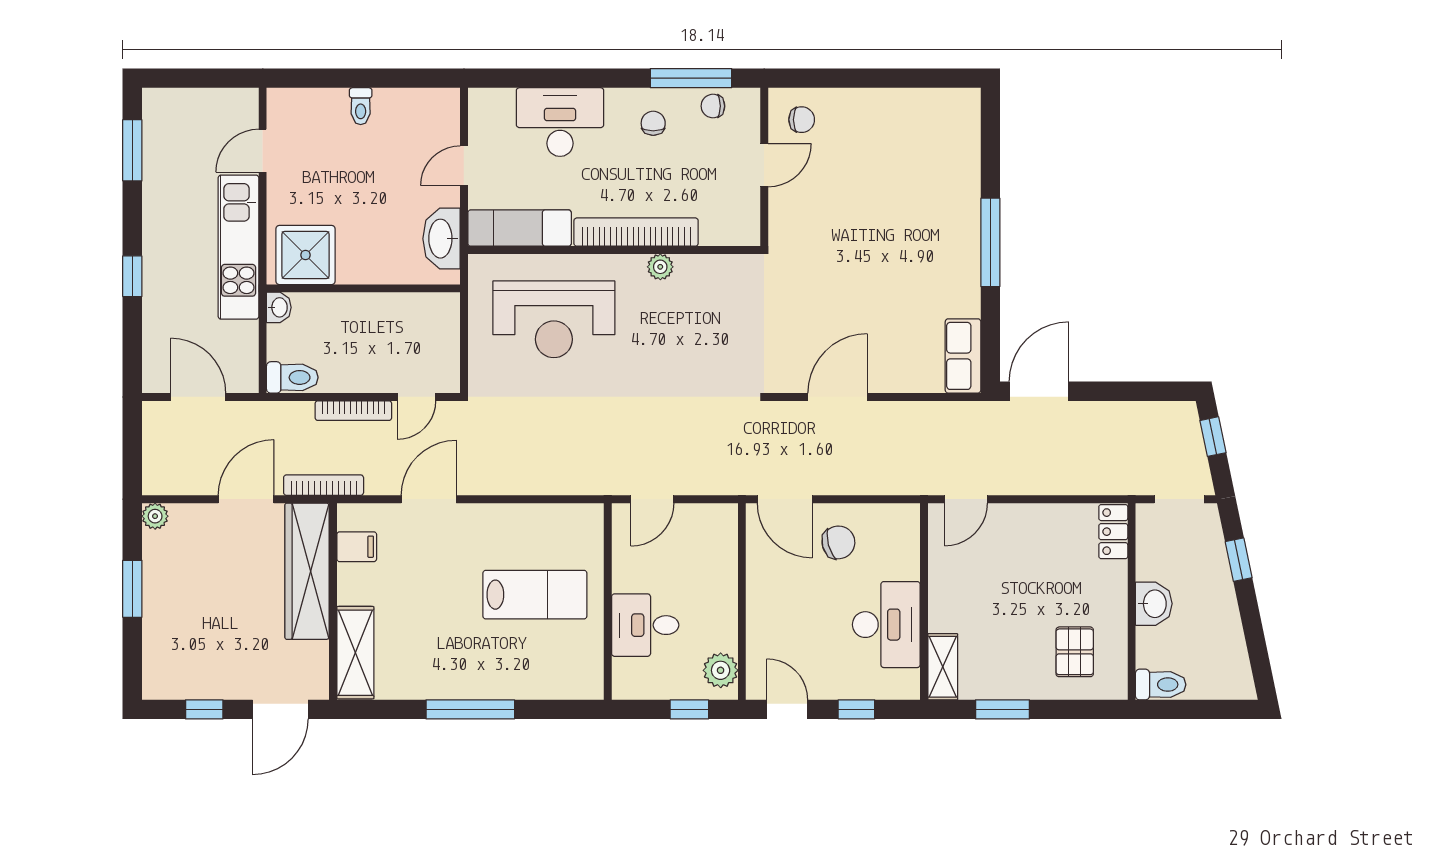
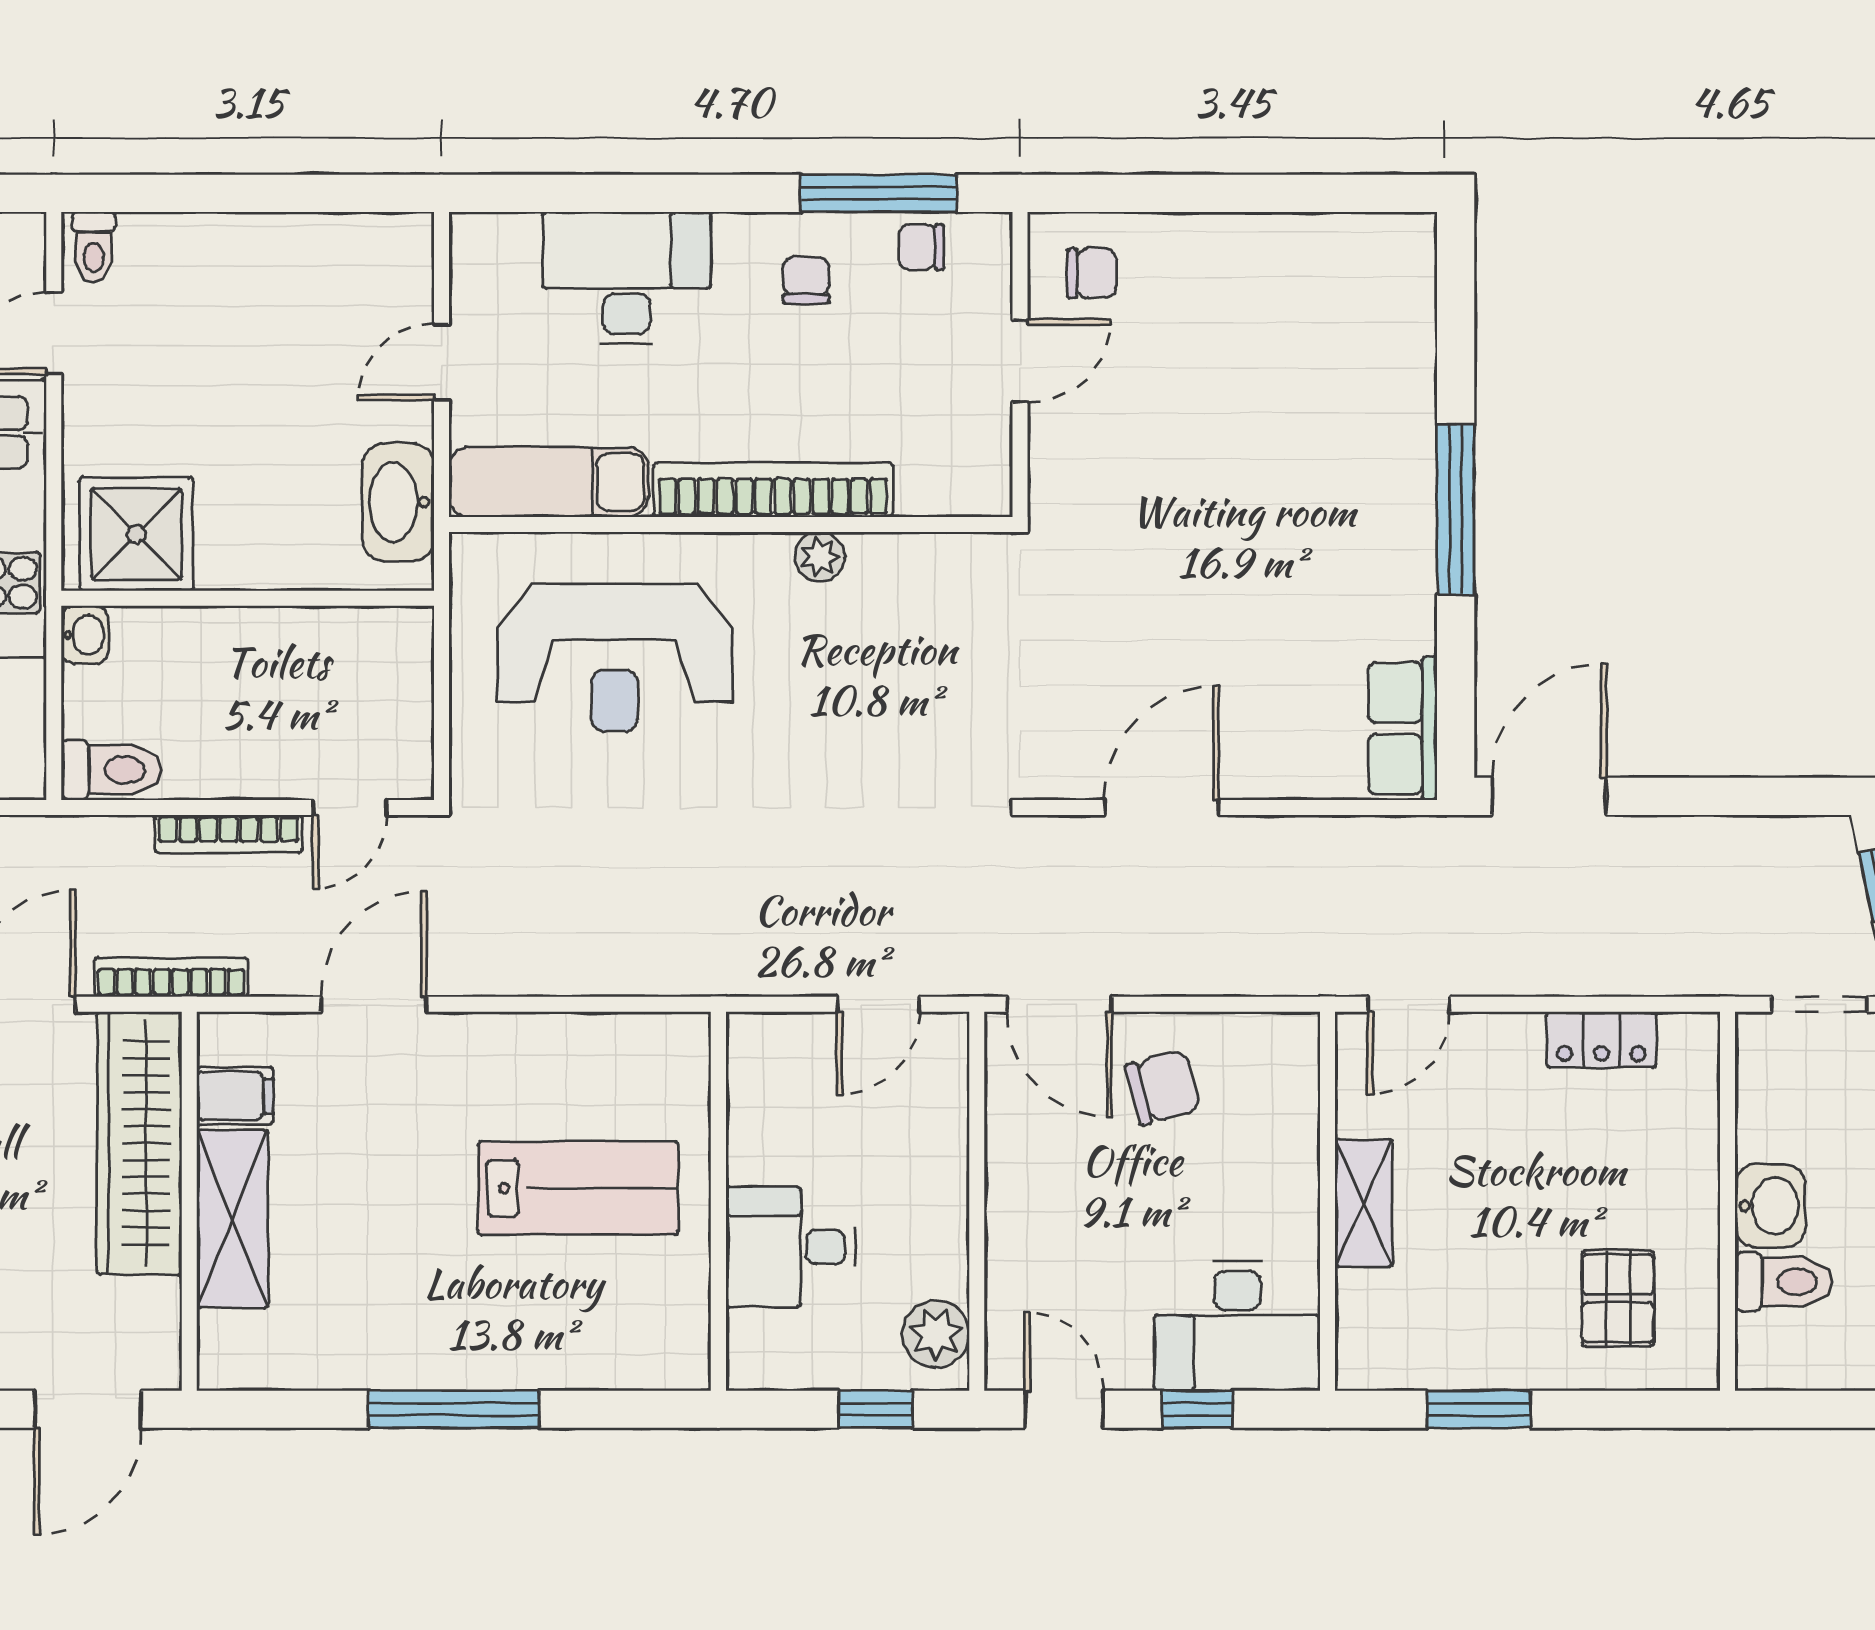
toilet: (361, 106) -> (94, 247), moved
door: (652, 499) -> (878, 1004), moved
locker: (1113, 532) -> (1601, 1040), moved, turned -90
desk: (886, 625) -> (1237, 1326), moved, turned 90
shelving: (355, 653) -> (232, 1219), moved
shelving: (943, 667) -> (1364, 1203), moved
toilet: (1161, 685) -> (1783, 1282), moved

